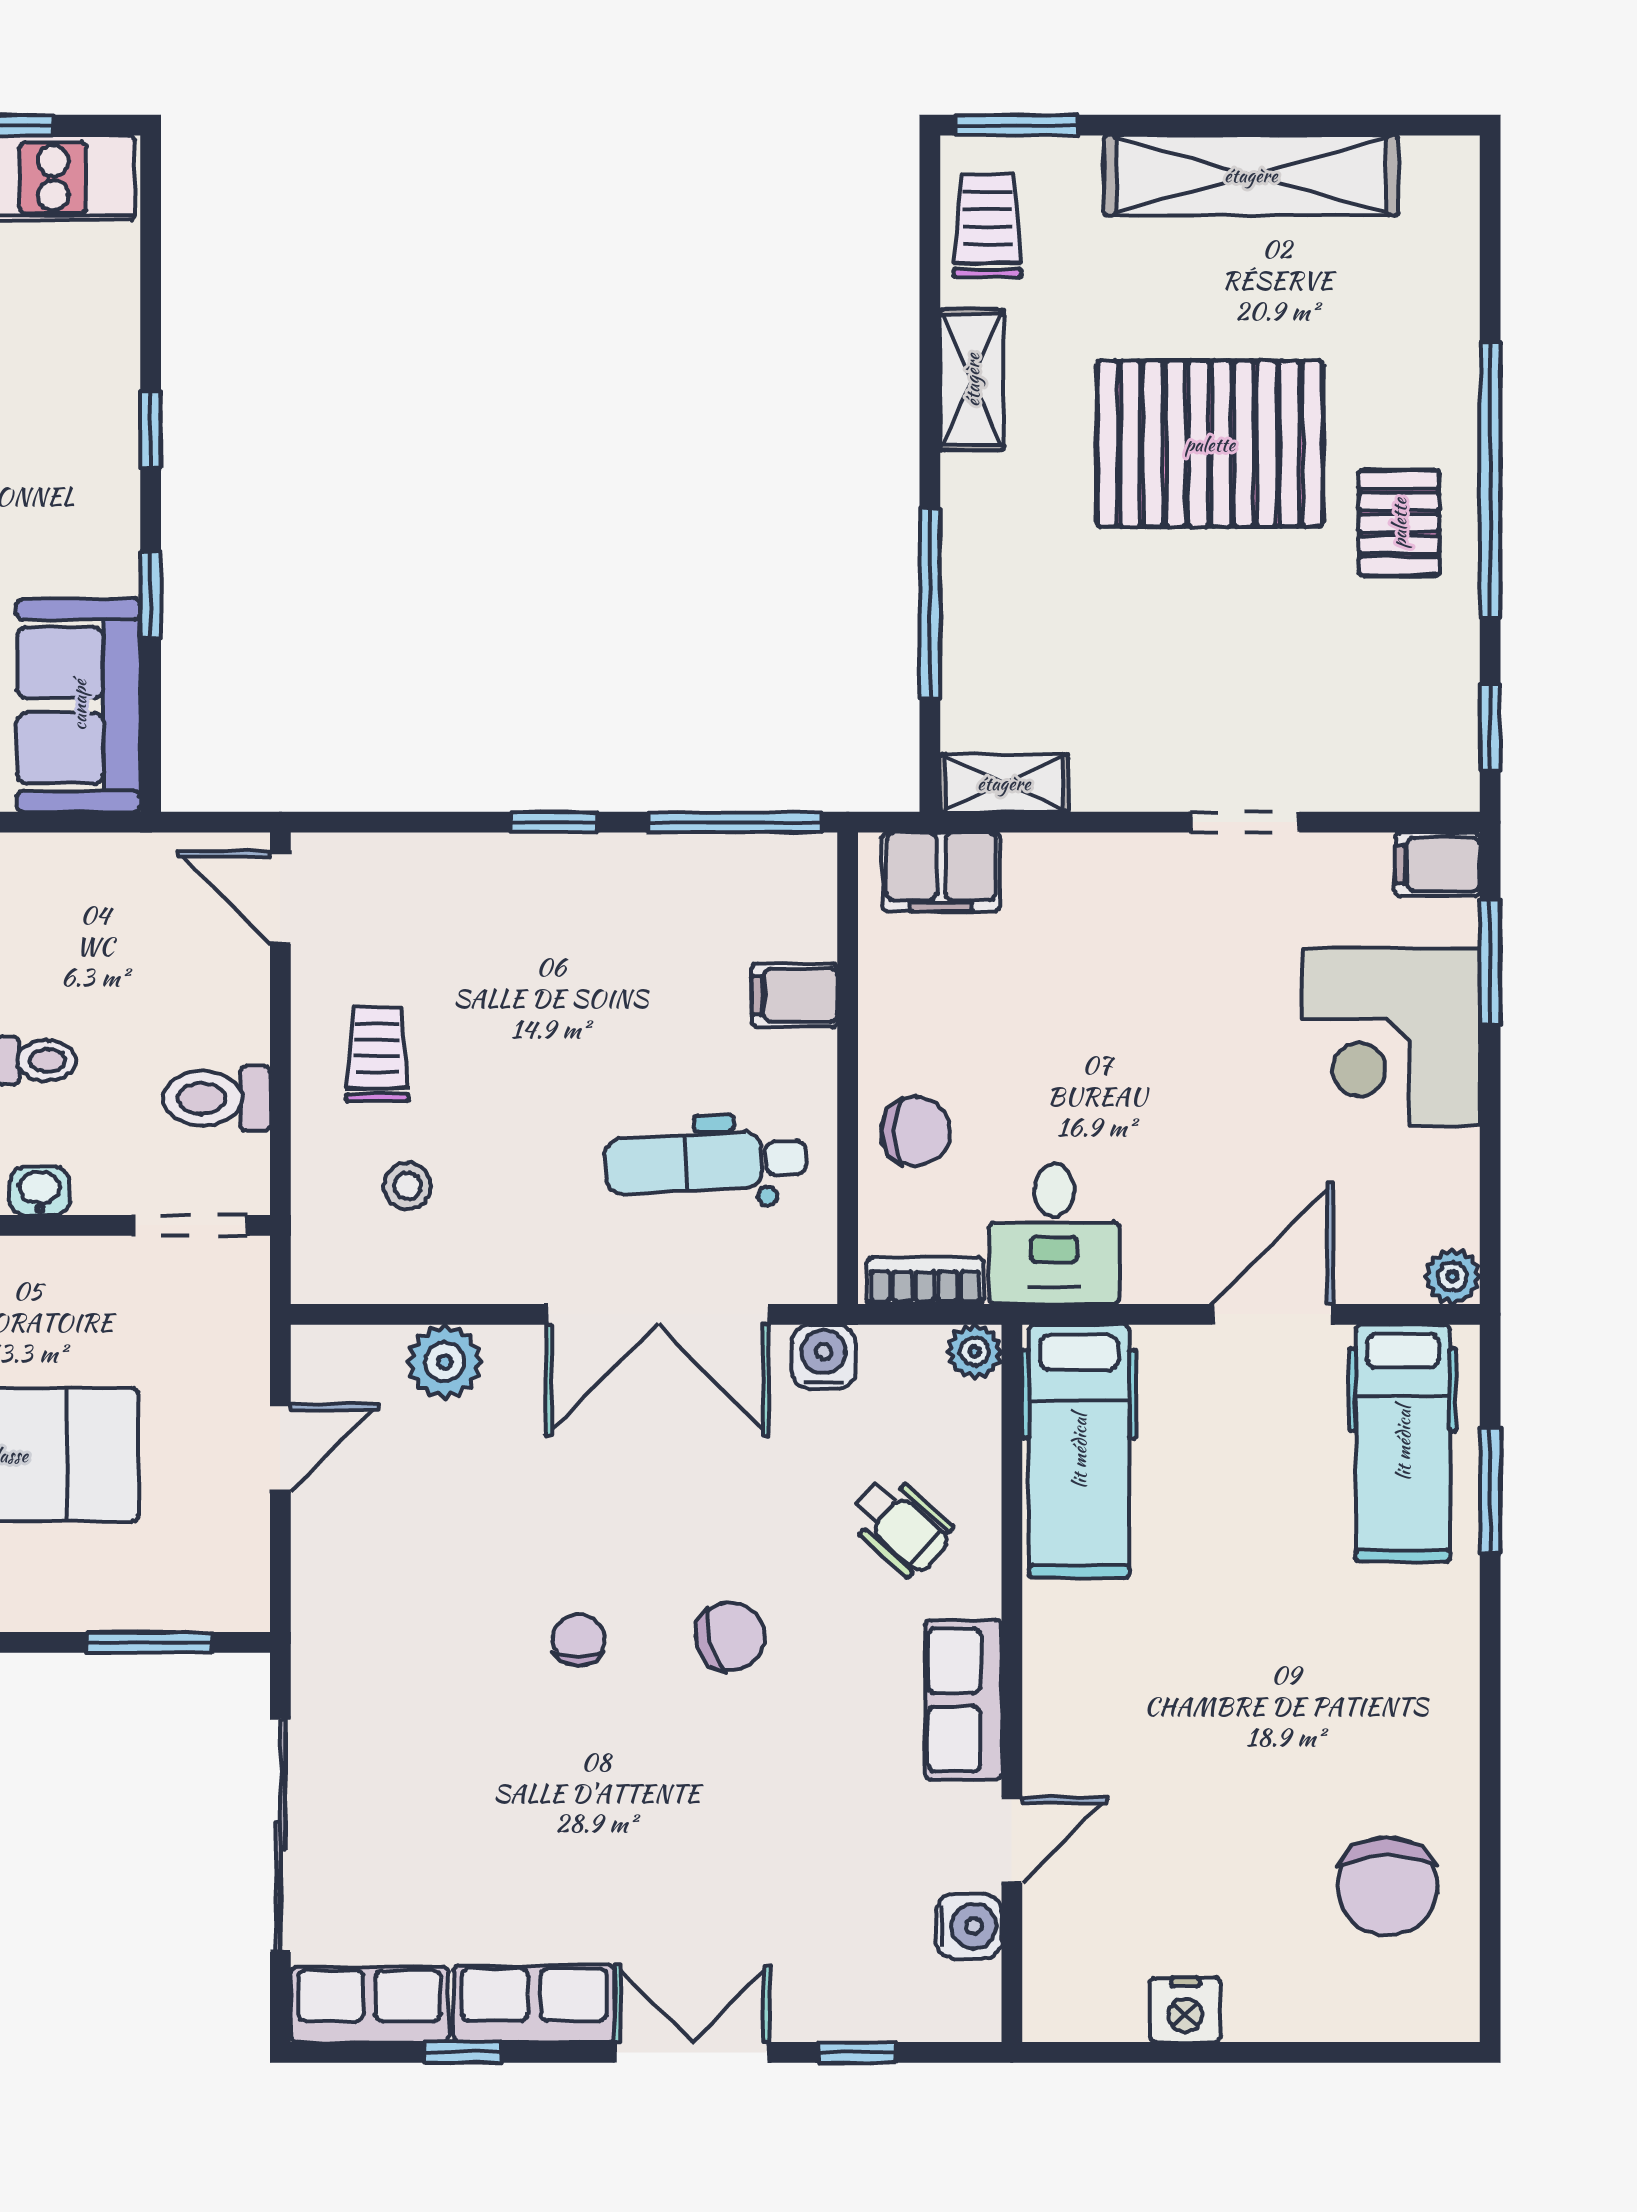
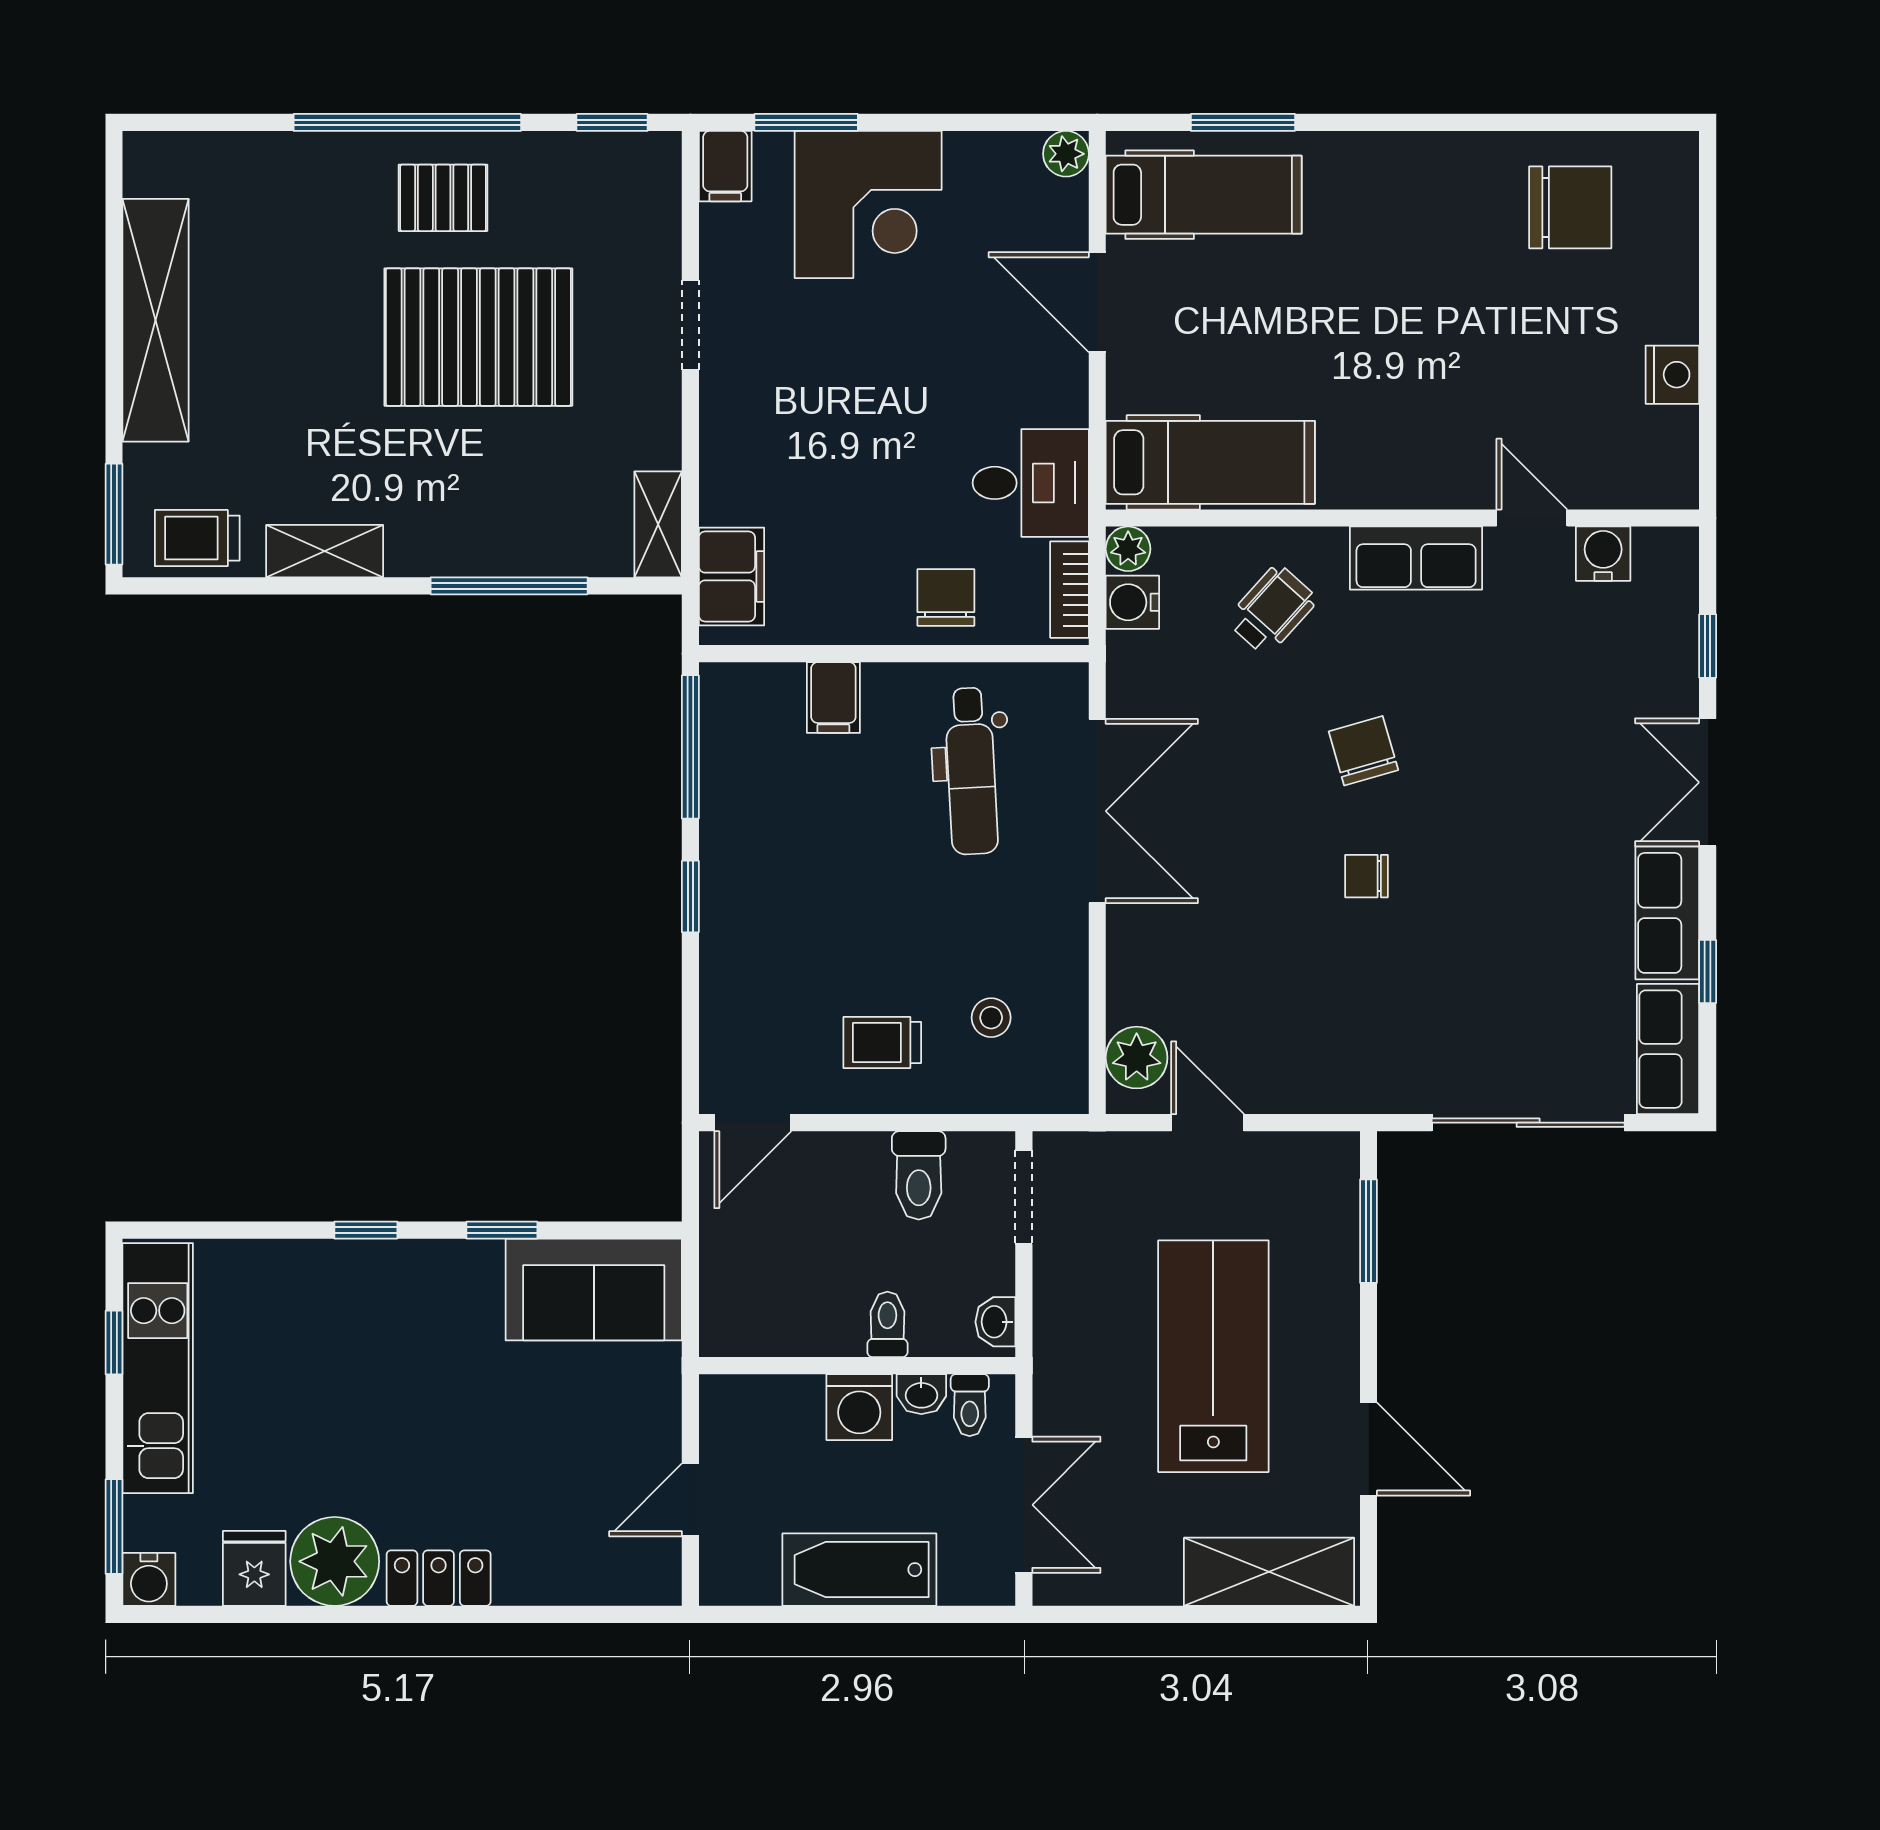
pallet: (1210, 444) -> (478, 337), moved, turned 90
water cooler: (824, 1357) -> (1132, 602), moved
plant: (445, 1362) -> (1137, 1058), moved

